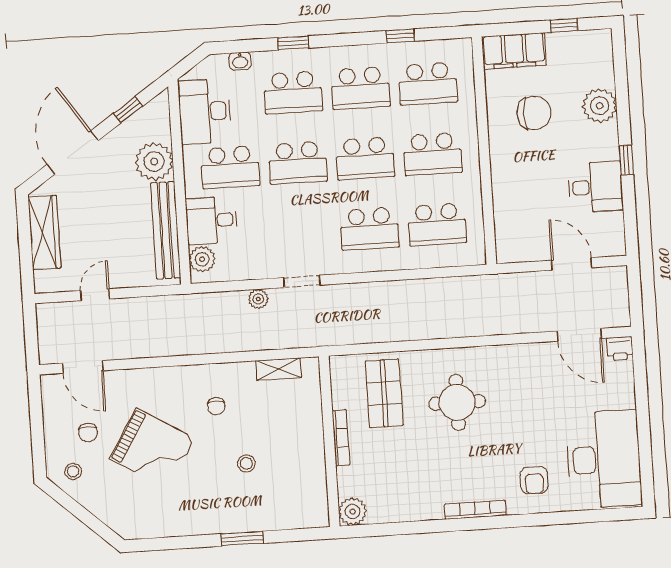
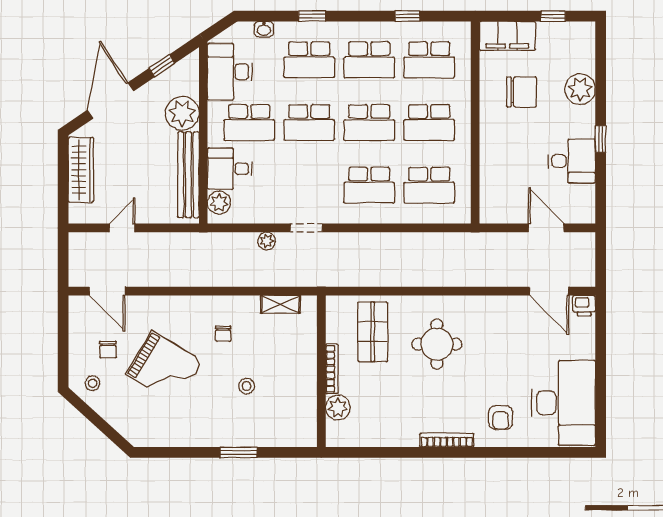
plant: (353, 512) -> (338, 408), moved

